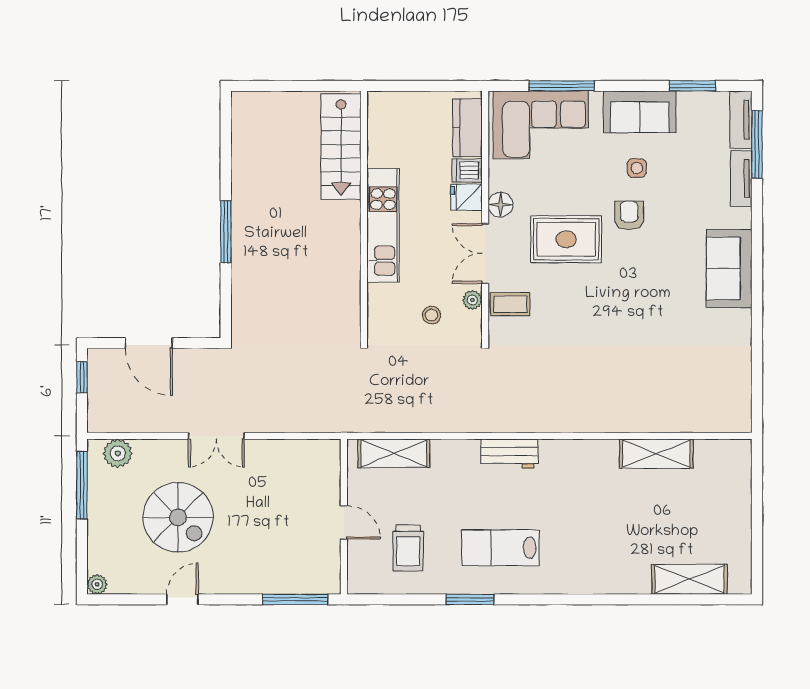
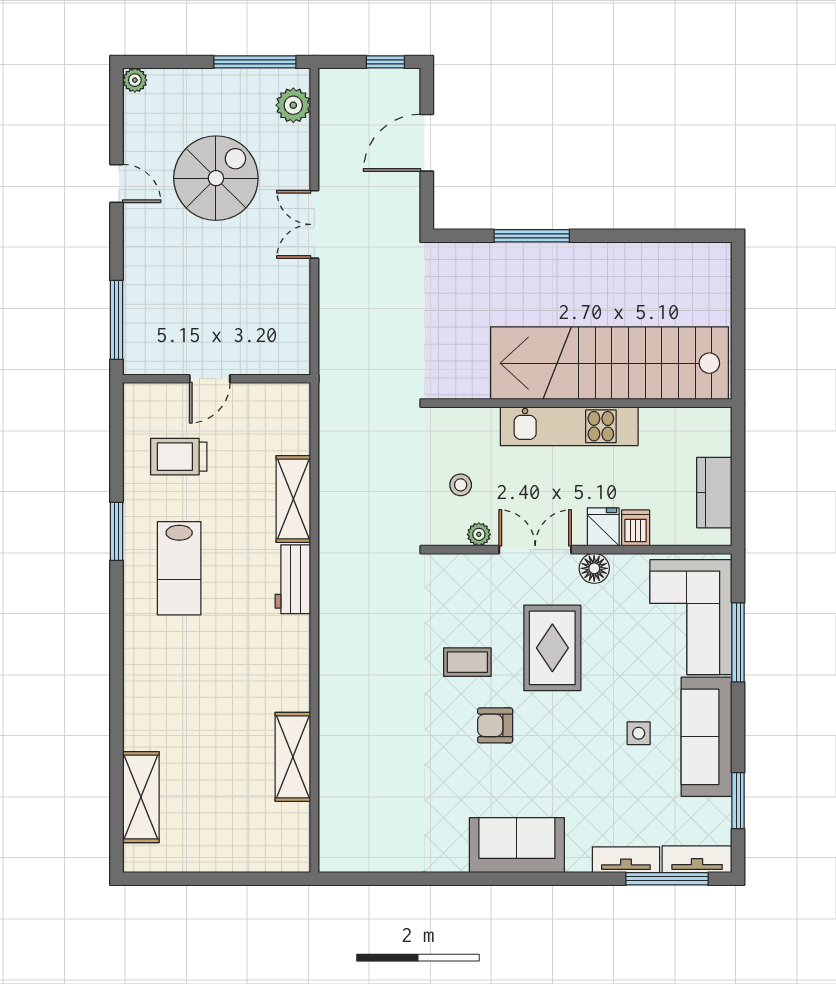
sofa: (640, 112) -> (707, 737), width x1.36
kitchen counter: (467, 128) -> (714, 493), moved, turned -90
stairs: (341, 147) -> (609, 363), width x1.86, depth x1.51
armchair: (629, 216) -> (495, 725), moved, turned 180
window: (226, 232) -> (532, 236), moved
coffee table: (510, 304) -> (467, 662), moved, turned 90
shelving: (394, 453) -> (293, 499), moved
spiral stairs: (178, 517) -> (216, 178), turned 180
lab bench: (500, 548) -> (179, 568), turned 180

